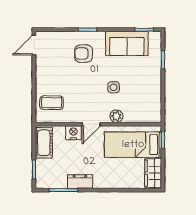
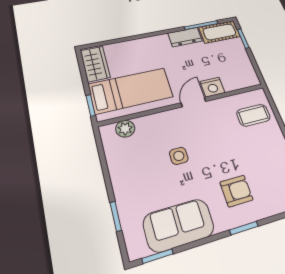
plant: (116, 116) -> (125, 129), moved
cot: (44, 143) -> (219, 32), moved, turned 90

